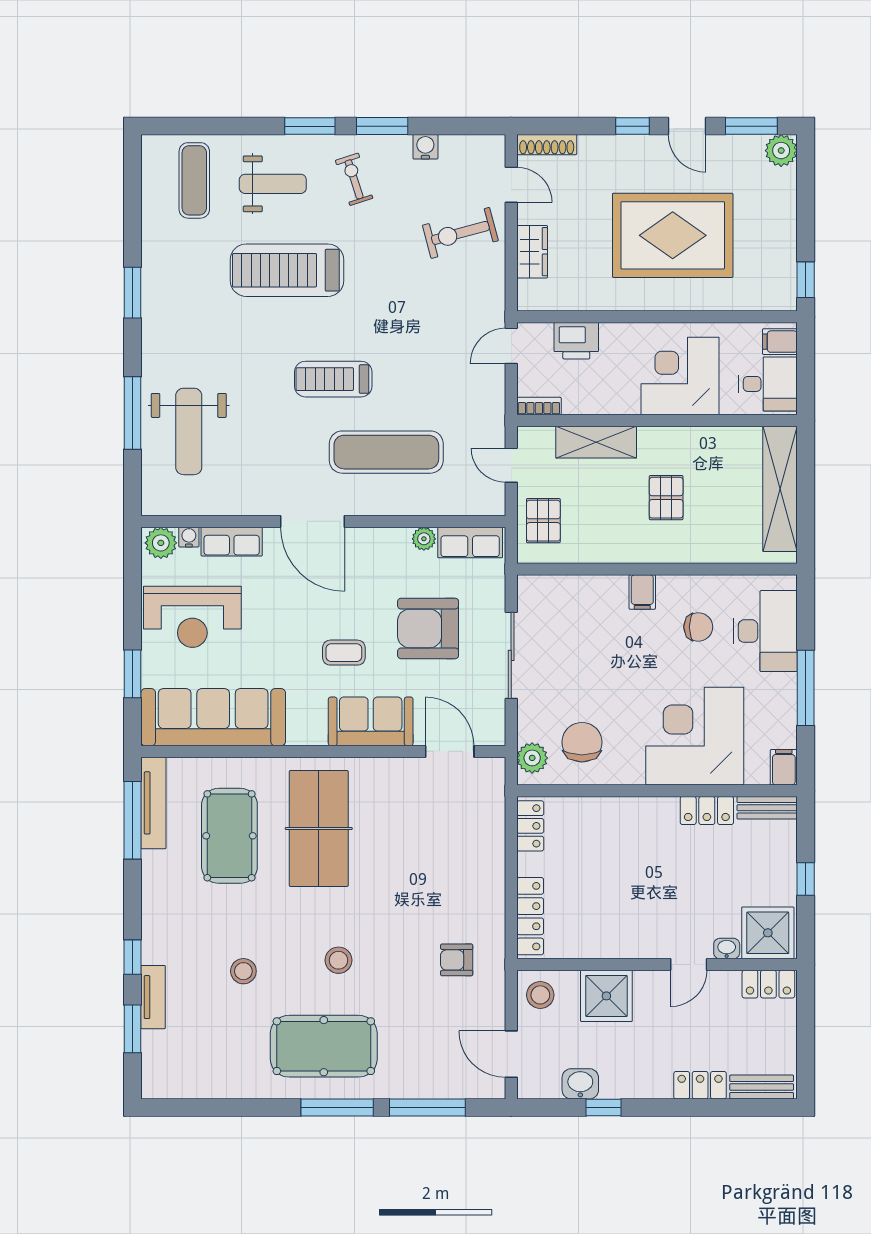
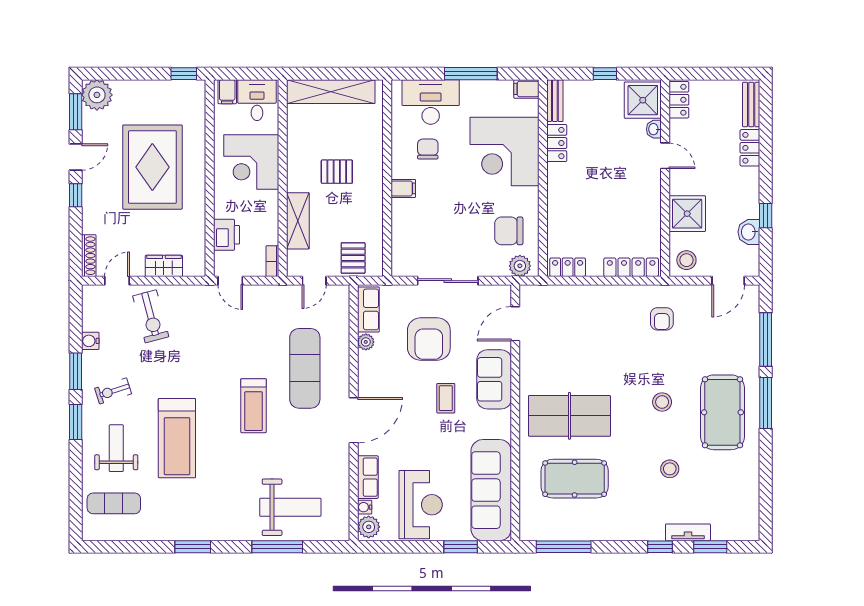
plant: (781, 151) -> (97, 95), width x1.36, depth x1.36
pallet: (543, 521) -> (353, 258), turned 90
tv unit: (153, 803) -> (551, 532), removed

